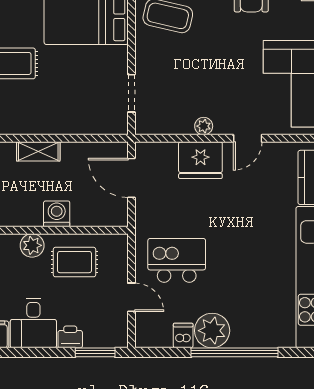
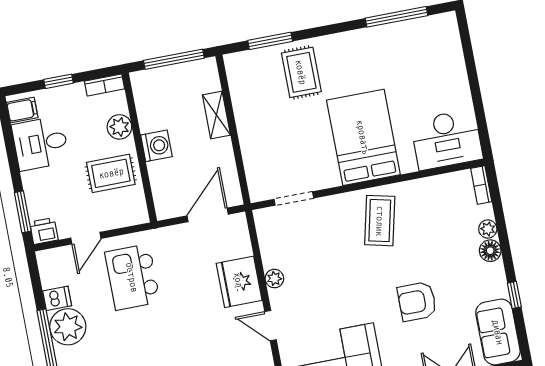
kitchen island: (177, 260) -> (132, 277), turned 180
rug: (75, 262) -> (111, 173), turned 90
printer: (70, 337) -> (44, 231), moved, turned -90

